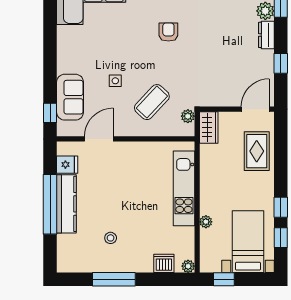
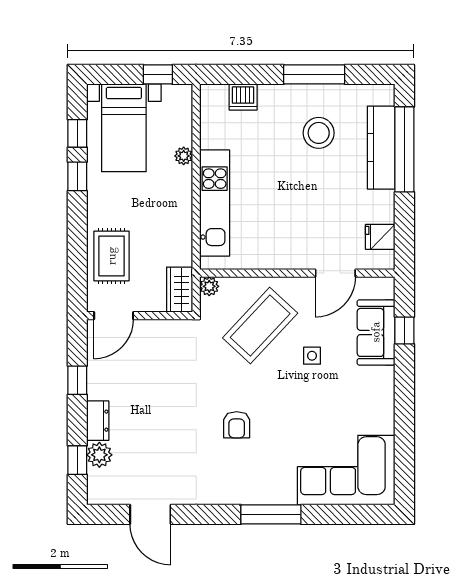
coffee table: (152, 102) -> (260, 326), width x1.36, depth x1.32
window: (50, 113) -> (404, 330), moved
plant: (188, 116) -> (209, 286), moved
window: (50, 204) -> (404, 149), moved
kitchen counter: (66, 204) -> (381, 148), moved
stool: (111, 238) -> (319, 133), width x1.89, depth x1.89
plant: (188, 266) -> (209, 93), removed

